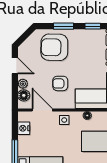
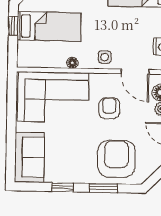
armchair: (54, 47) -> (117, 159), turned -91
armchair: (60, 83) -> (109, 108), turned -90

